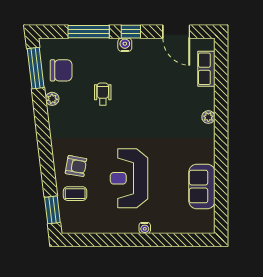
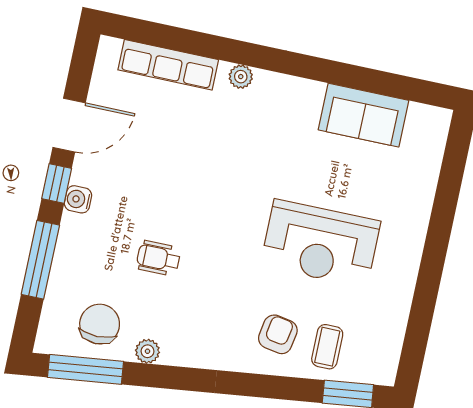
door: (176, 32) -> (69, 125), moved
row of seats: (206, 69) -> (168, 65), width x1.48
water cooler: (145, 228) -> (416, 234), removed

